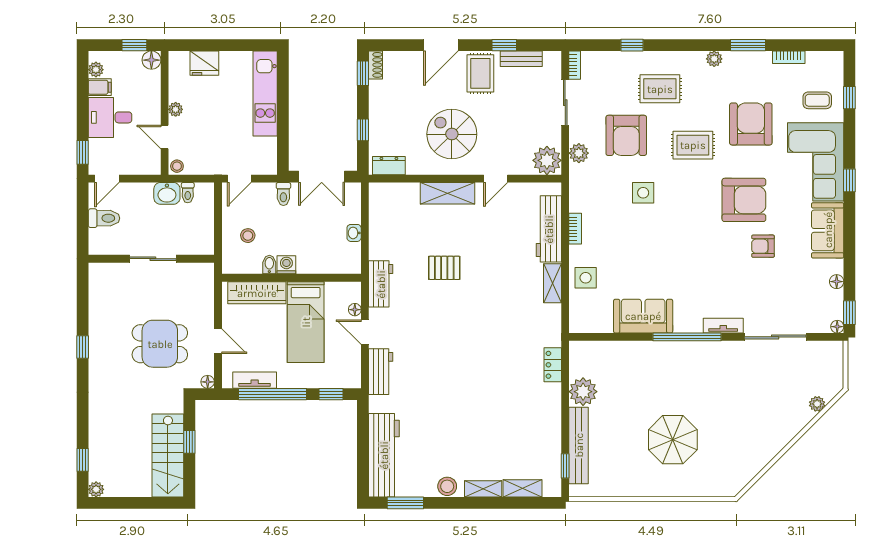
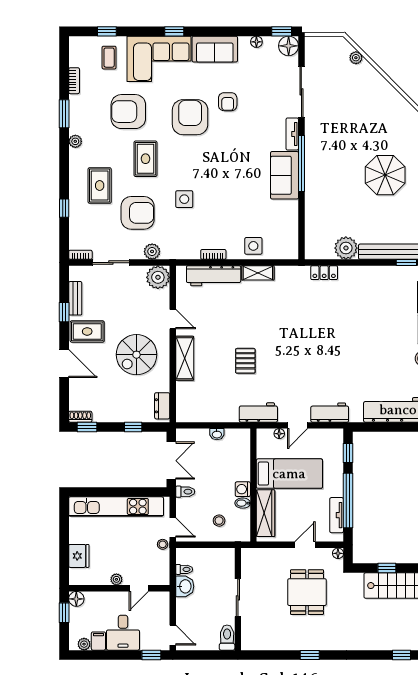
kitchen unit: (265, 93) -> (116, 507), width x1.36
stool: (177, 166) -> (163, 544), moved
toilet: (104, 218) -> (227, 638), moved
sofa: (643, 316) -> (285, 175), moved
floor lamp: (837, 327) -> (289, 46), width x1.89, depth x1.89

